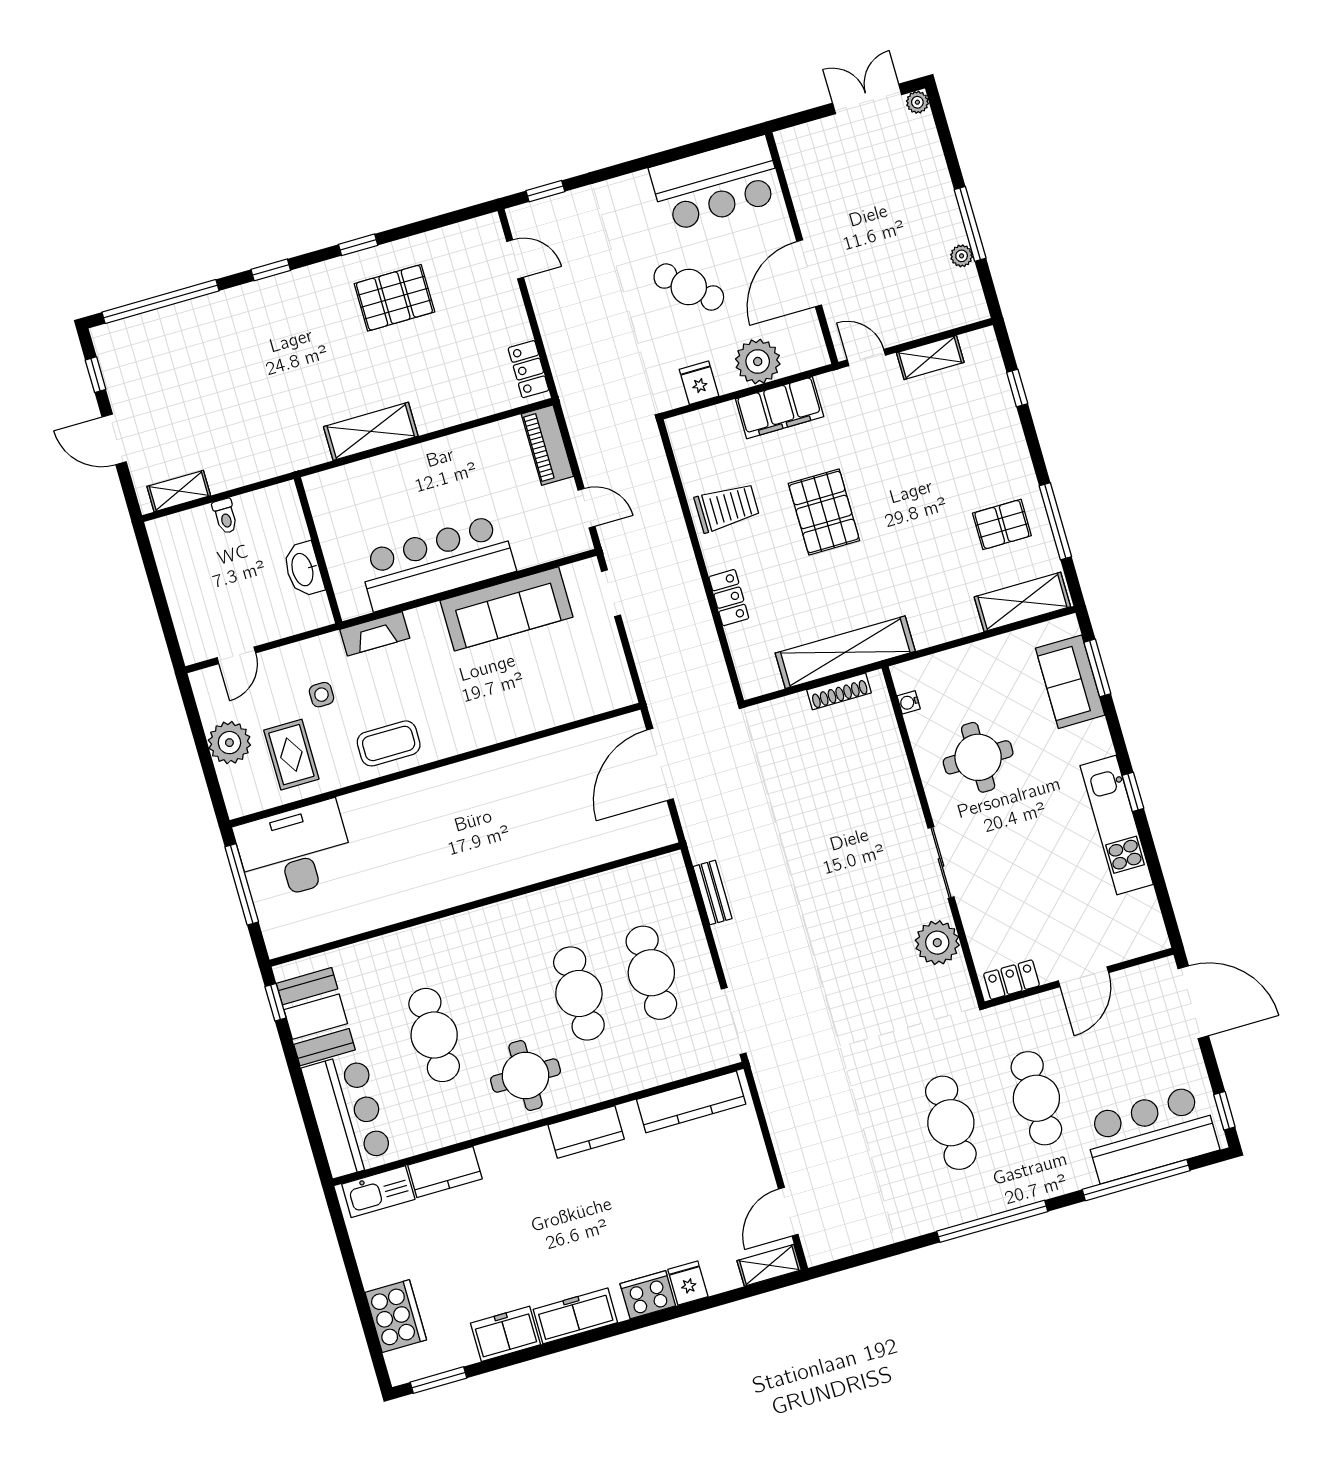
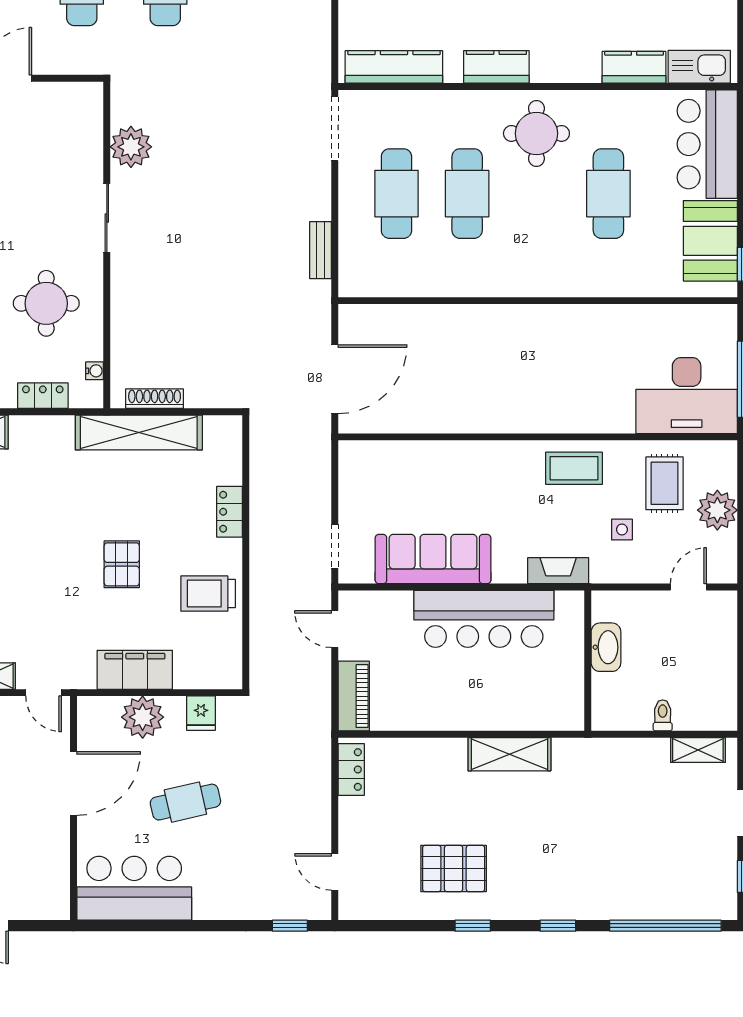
cafe table: (689, 287) -> (185, 802), turned -54
pallet: (824, 512) -> (122, 564), width x0.67, depth x0.71
locker: (1011, 980) -> (43, 396), moved, turned 180

